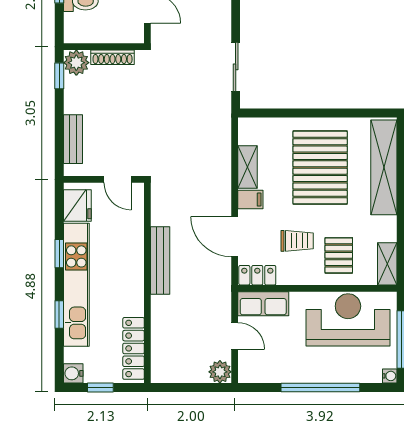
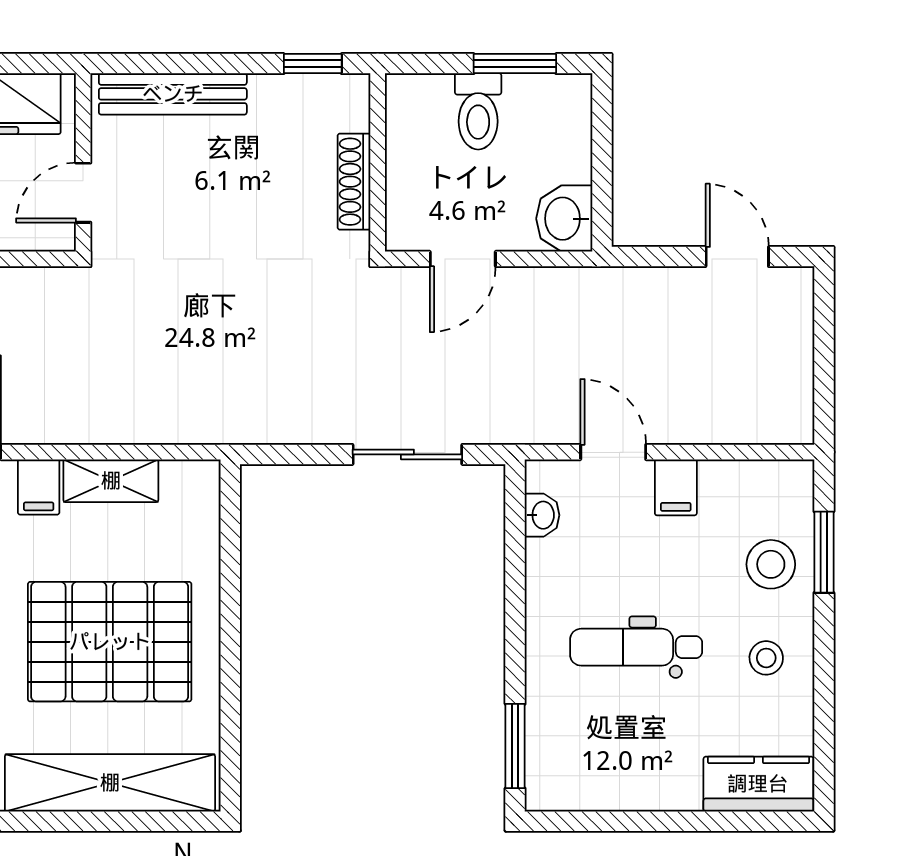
plant: (76, 63) -> (342, 101), removed
sliding door: (236, 67) -> (407, 454), moved
bench: (73, 139) -> (173, 94), width x1.36

